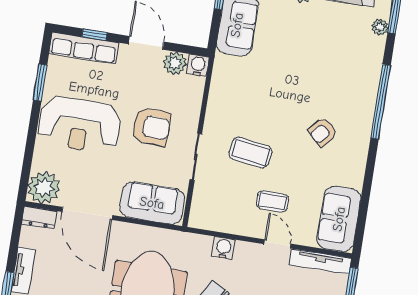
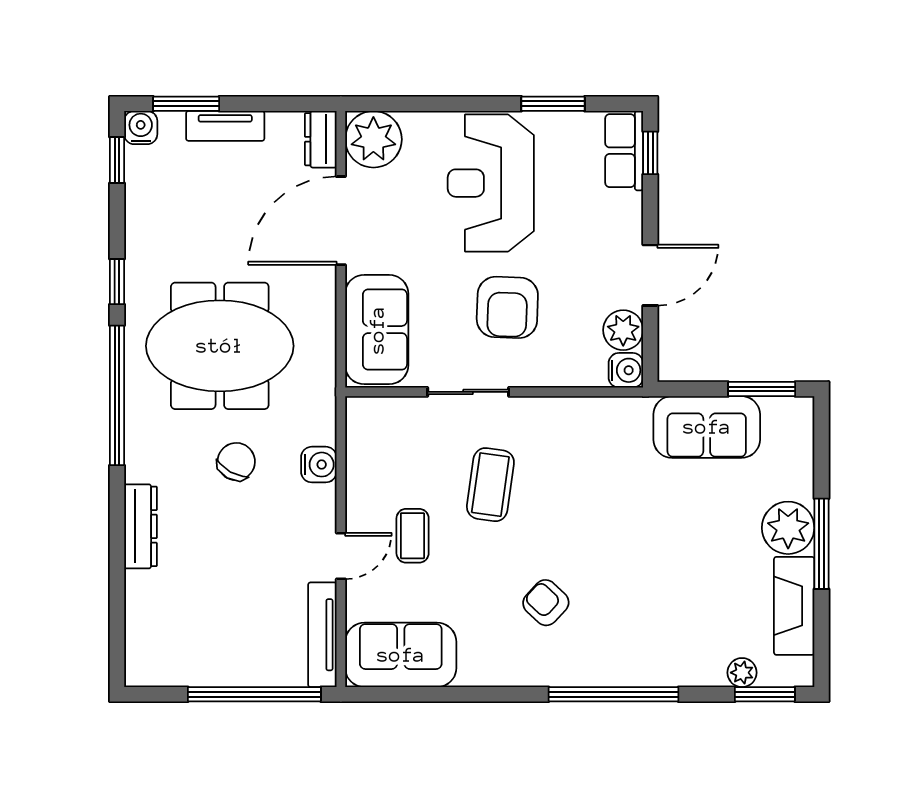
window: (95, 35) -> (650, 153), moved
row of seats: (84, 48) -> (624, 151), width x0.68

